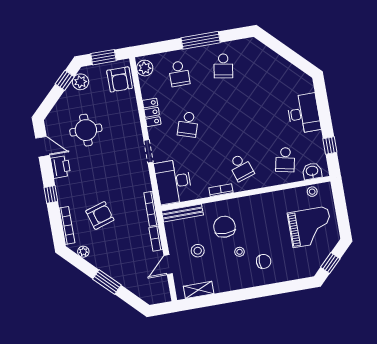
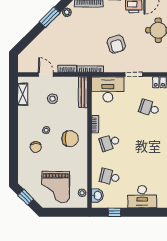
armchair: (100, 215) -> (116, 44), moved
chair: (224, 227) -> (70, 139), moved
window: (107, 282) -> (50, 17), moved

